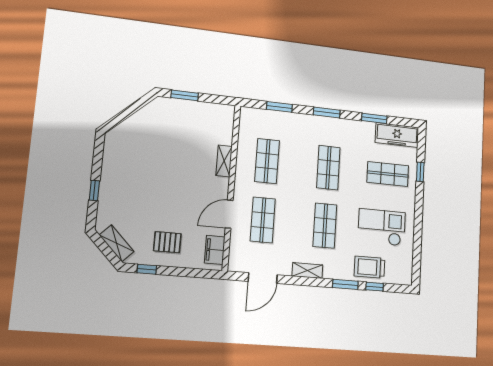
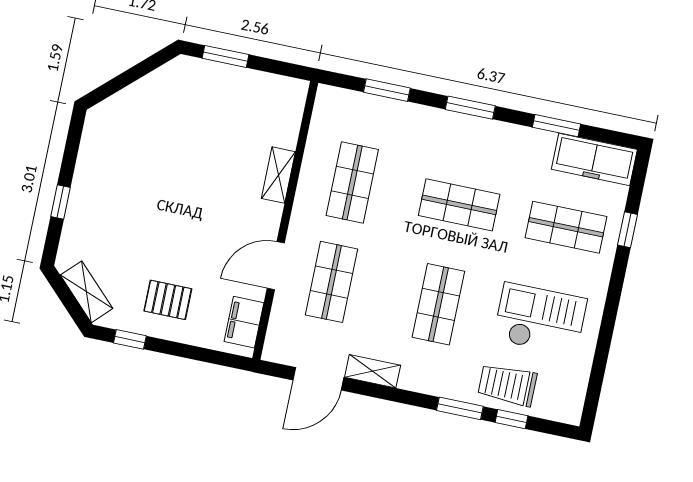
shop shelf: (328, 168) -> (459, 205), turned 90
shelving: (307, 271) -> (373, 371), moved

